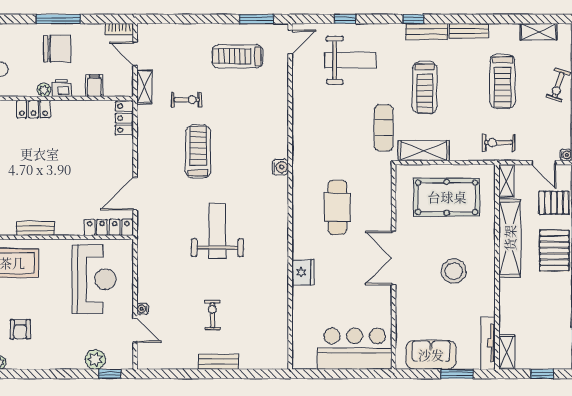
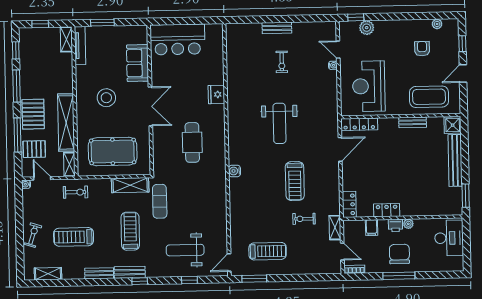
chair: (57, 49) -> (399, 254), turned 90
treadmill: (502, 81) -> (74, 237), turned -90
locker: (33, 109) -> (387, 210), moved
sofa: (431, 355) -> (138, 63), moved, turned 90

